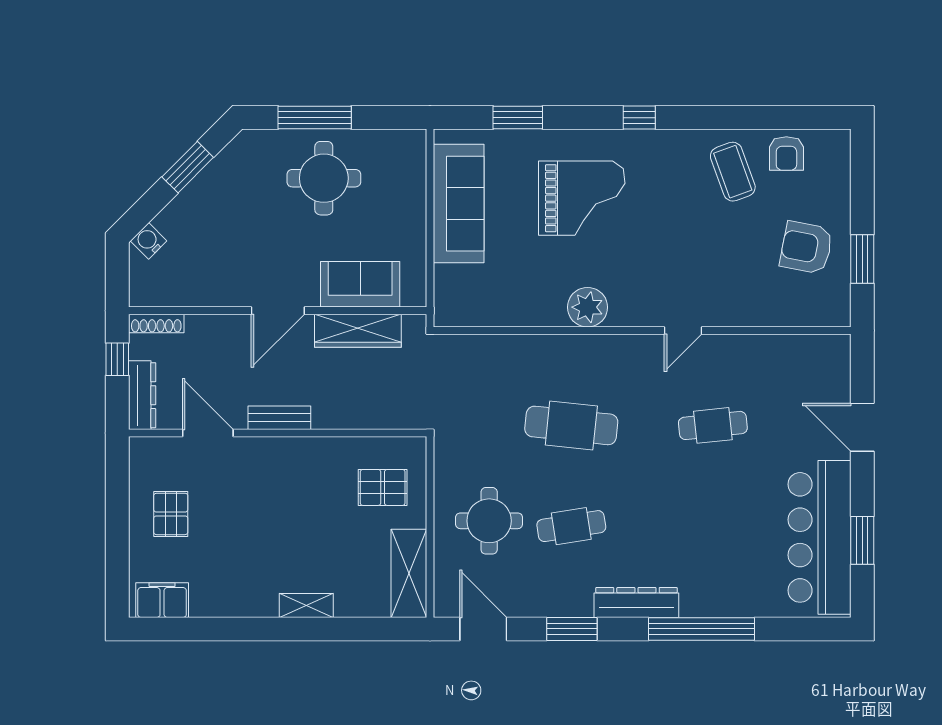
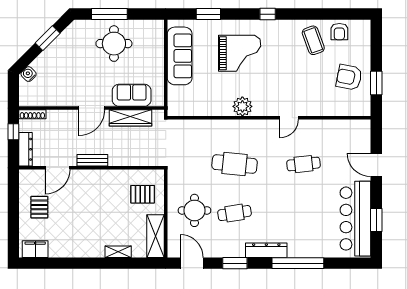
door: (208, 433) -> (57, 168), swing flipped
shelving: (306, 605) -> (118, 252), moved

